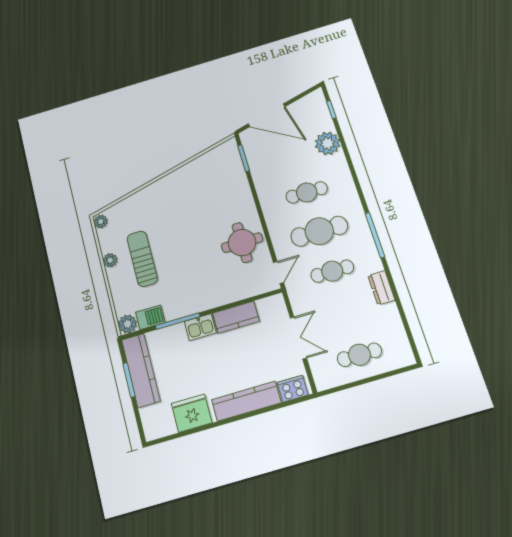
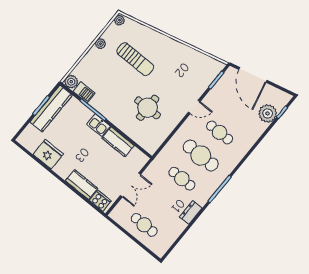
plant: (328, 143) -> (268, 113), moved
round table: (242, 243) -> (148, 108), moved
sun lounger: (142, 259) -> (135, 59), moved, turned 90
door: (278, 273) -> (194, 107), moved
kitchen counter: (246, 401) -> (82, 185), width x0.67

